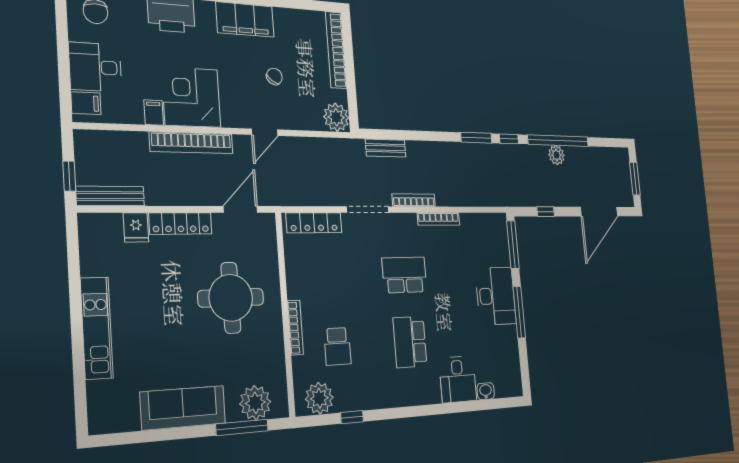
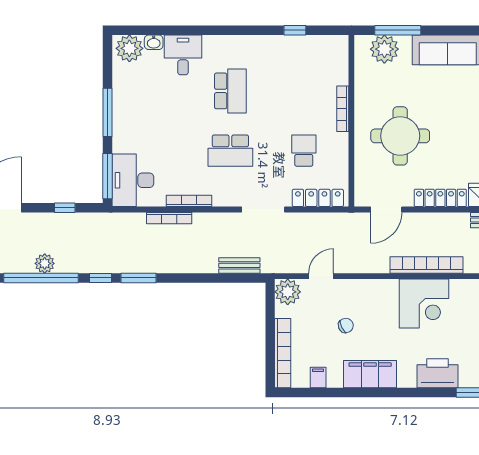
chair: (274, 76) -> (346, 326), turned -148
filing cabinet: (154, 113) -> (318, 378), moved, turned 180
door: (265, 132) -> (321, 276), moved
bookcase: (414, 200) -> (169, 218), moved
desk: (496, 296) -> (133, 180), moved
school desk: (337, 346) -> (304, 151), moved
plant: (319, 398) -> (129, 48), moved

